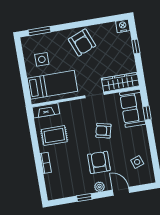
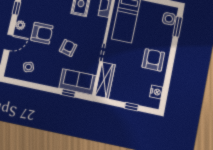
nightstand: (123, 26) -> (156, 92), moved
armchair: (82, 43) -> (153, 60), turned 112
side table: (42, 59) -> (169, 19), moved

